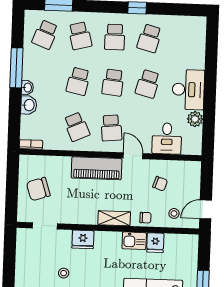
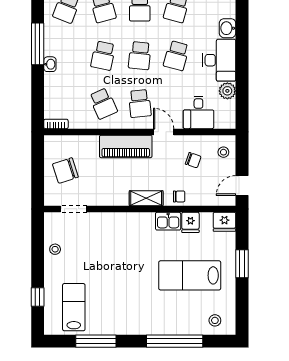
washbasin: (29, 105) -> (228, 28), moved, turned 180
stool: (174, 213) -> (223, 152), moved
fridge: (83, 239) -> (224, 222), moved
stool: (64, 273) -> (55, 249), moved

